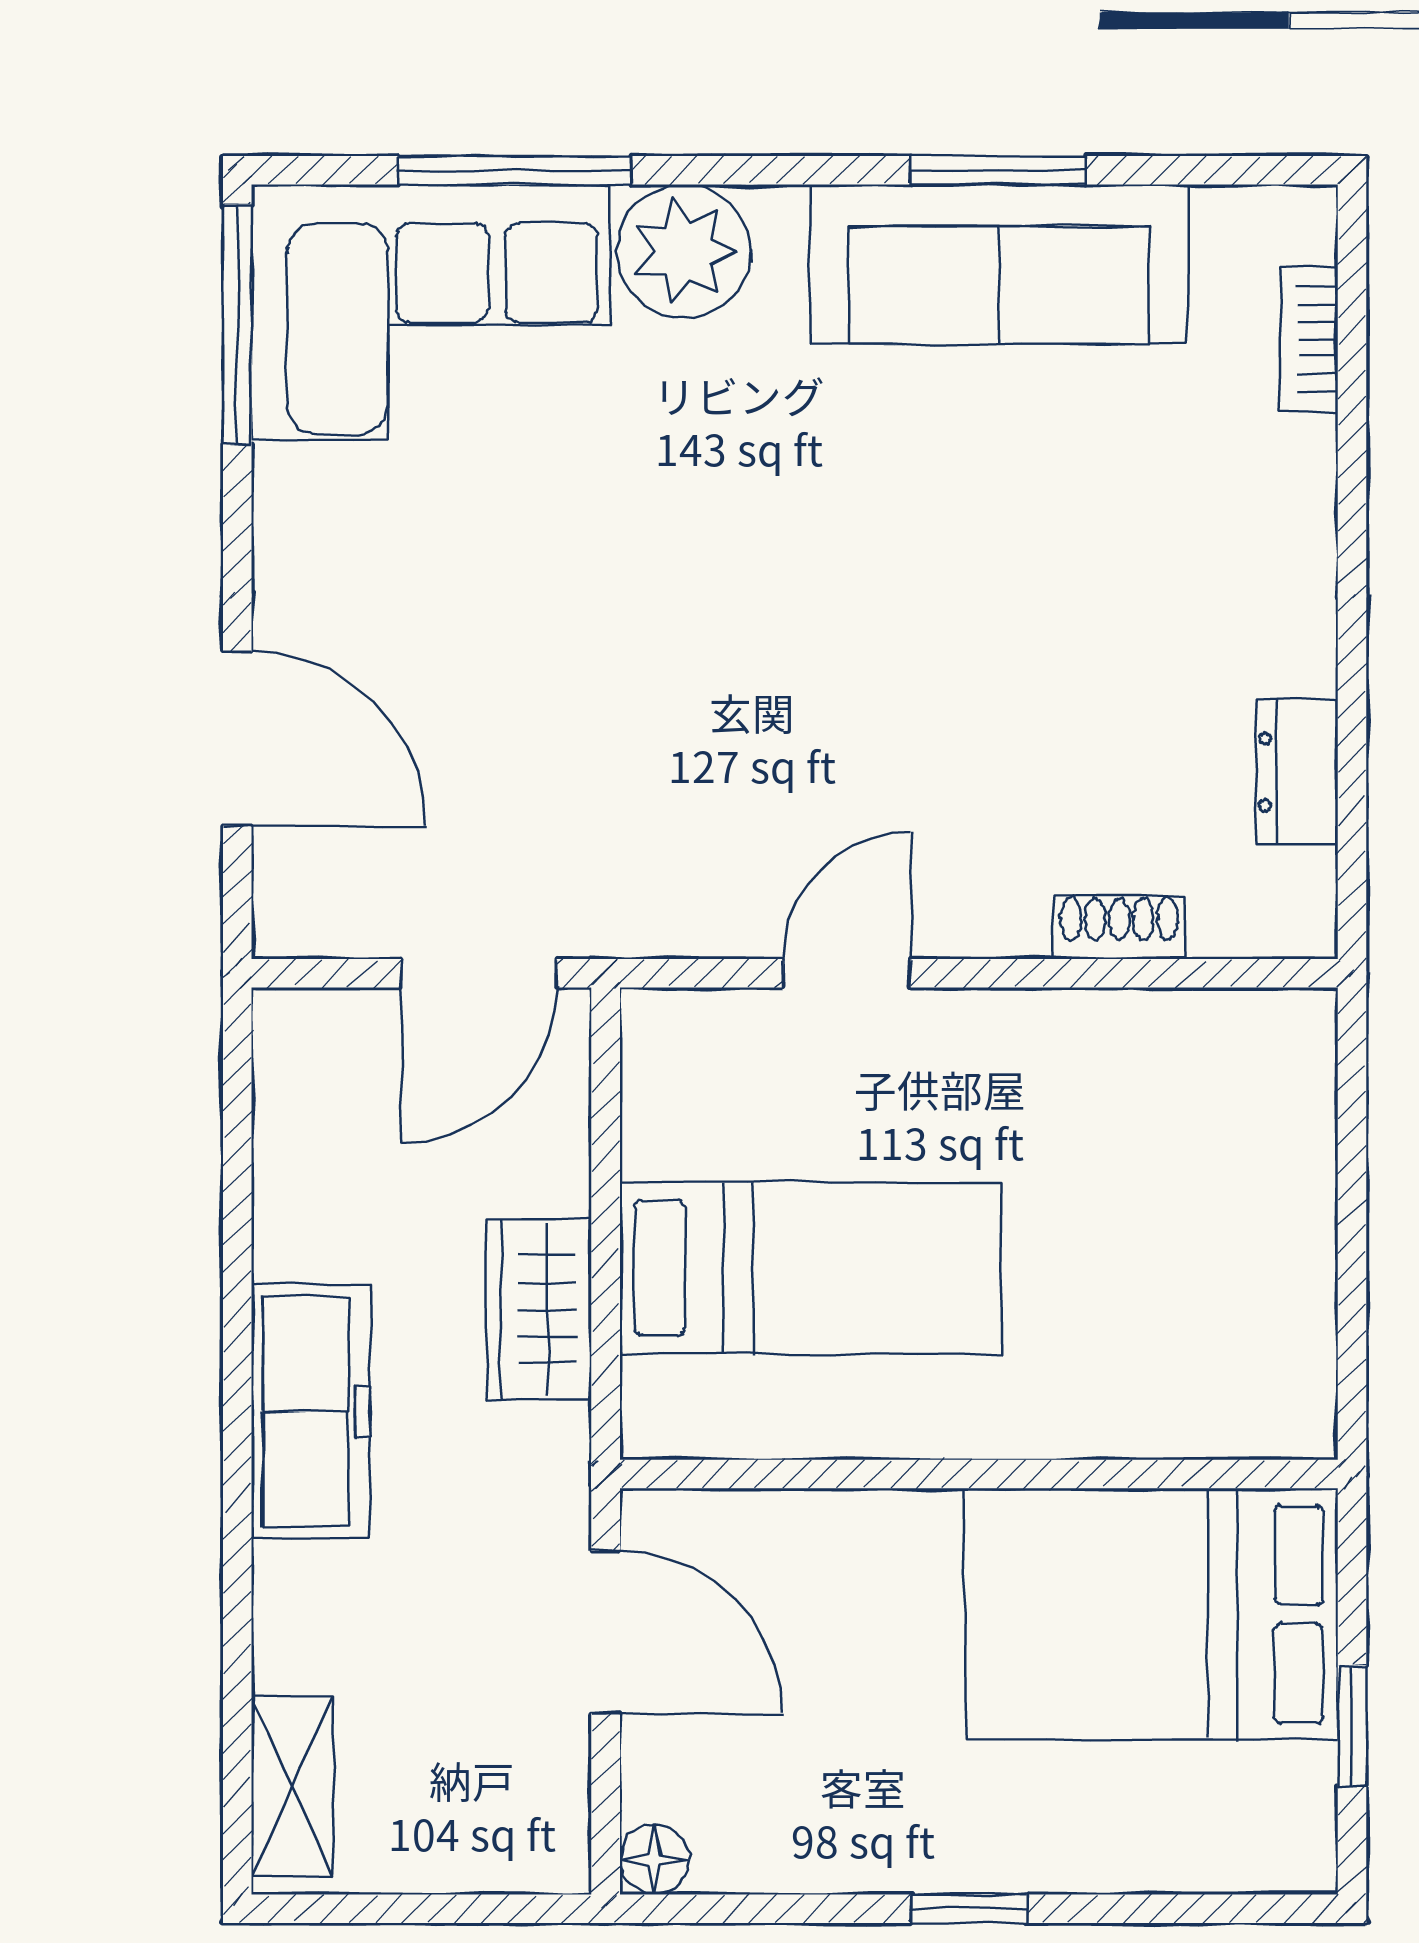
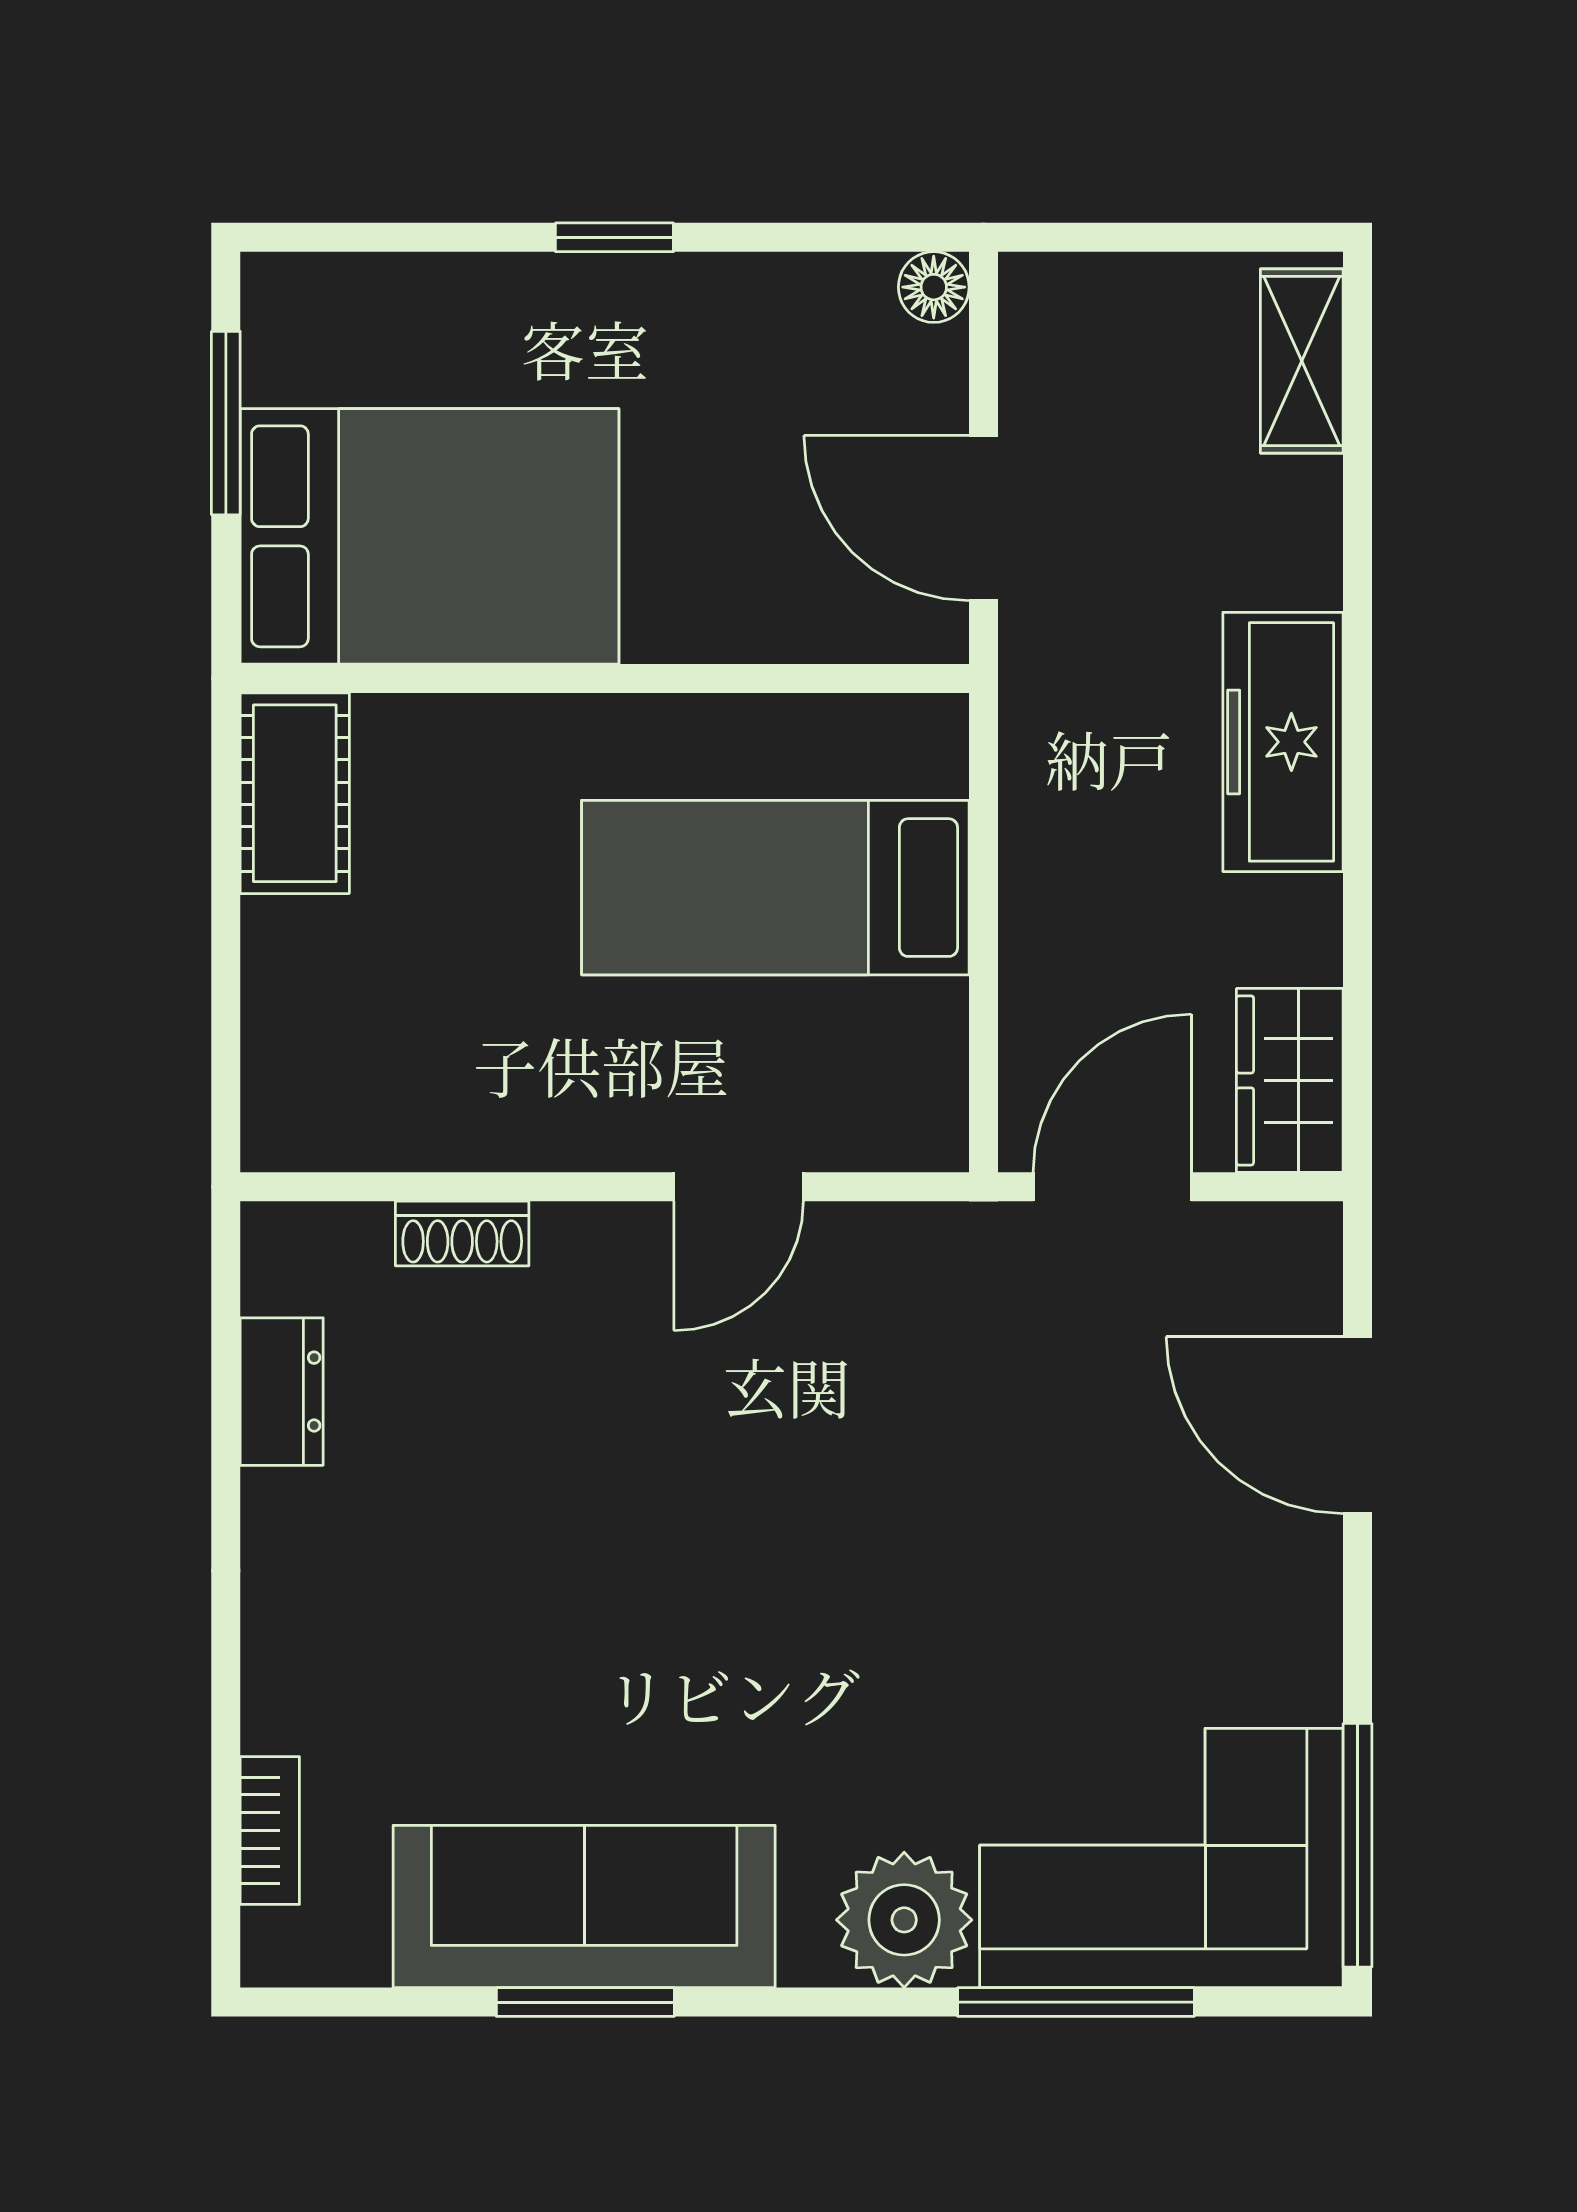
wardrobe: (539, 1309) -> (1290, 1080), moved, turned 180
cot: (1284, 1361) -> (295, 793), added
window: (1352, 1726) -> (226, 423), width x1.50

